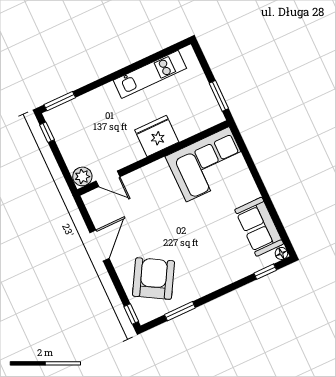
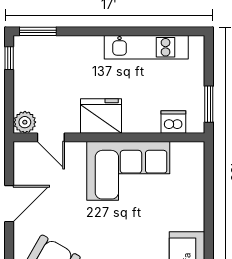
dishwasher: (198, 123) -> (173, 122), added
fridge: (157, 136) -> (101, 116), moved
corner sofa: (208, 164) -> (128, 171), moved

